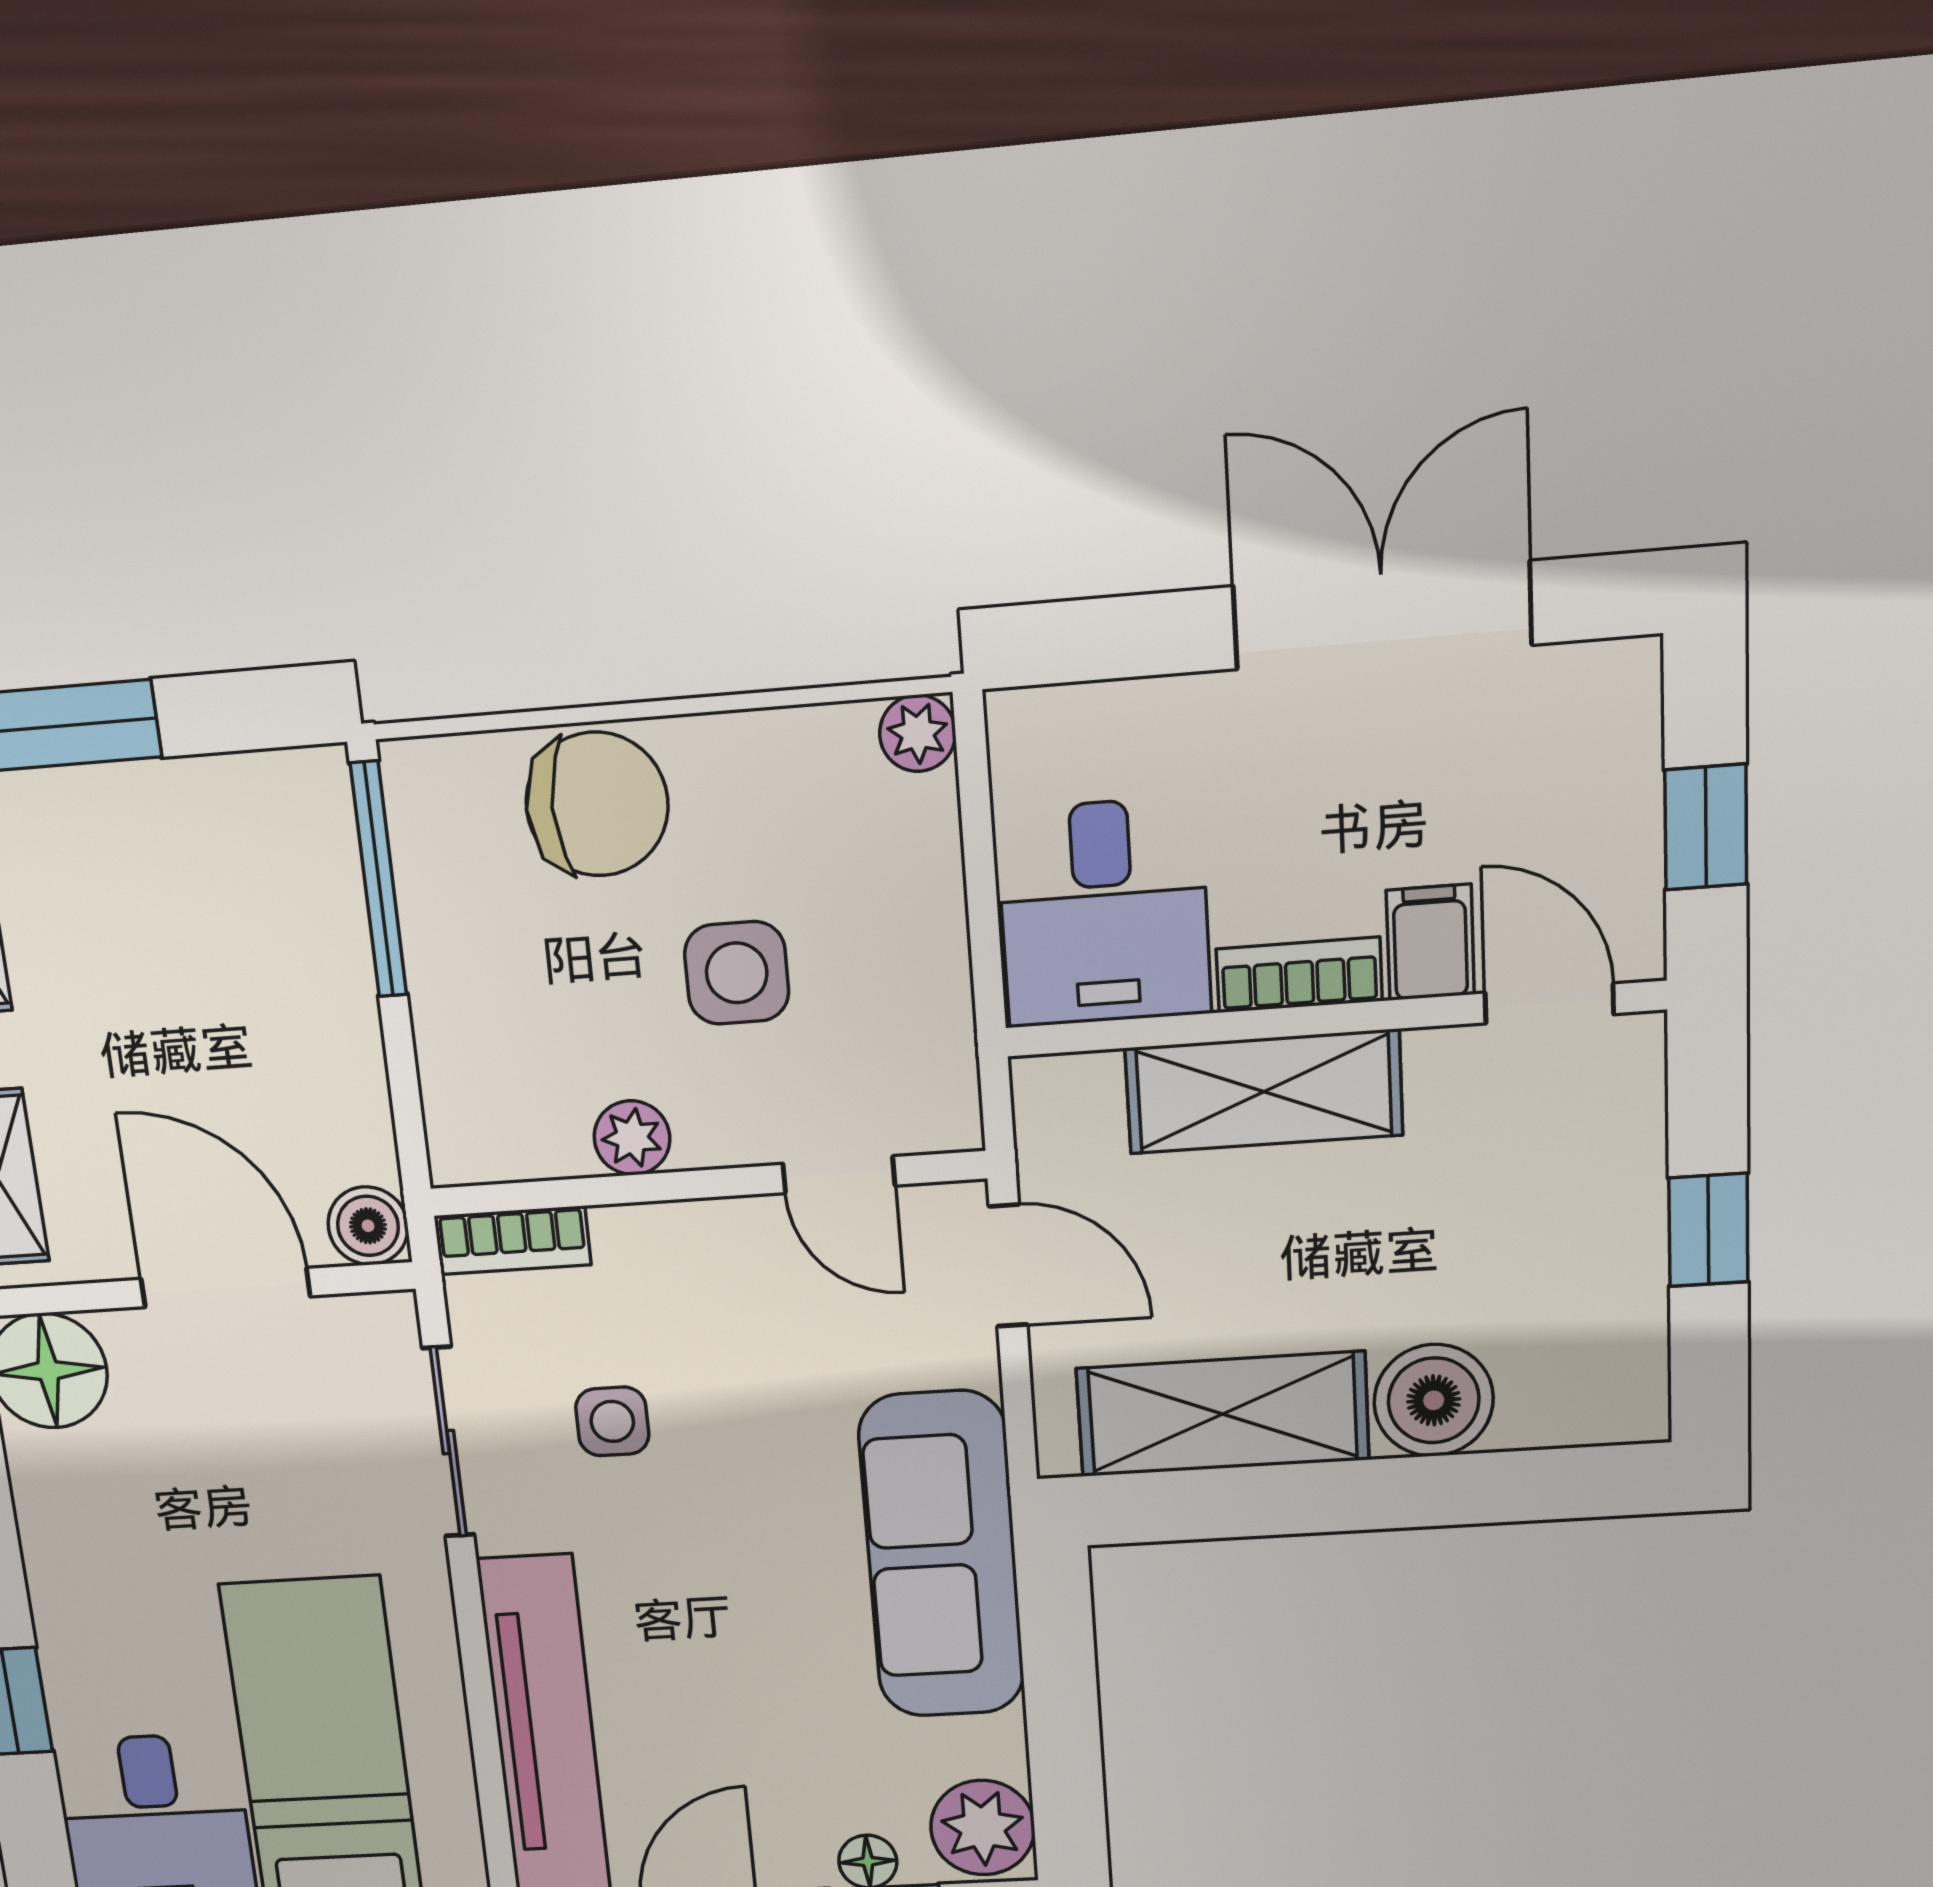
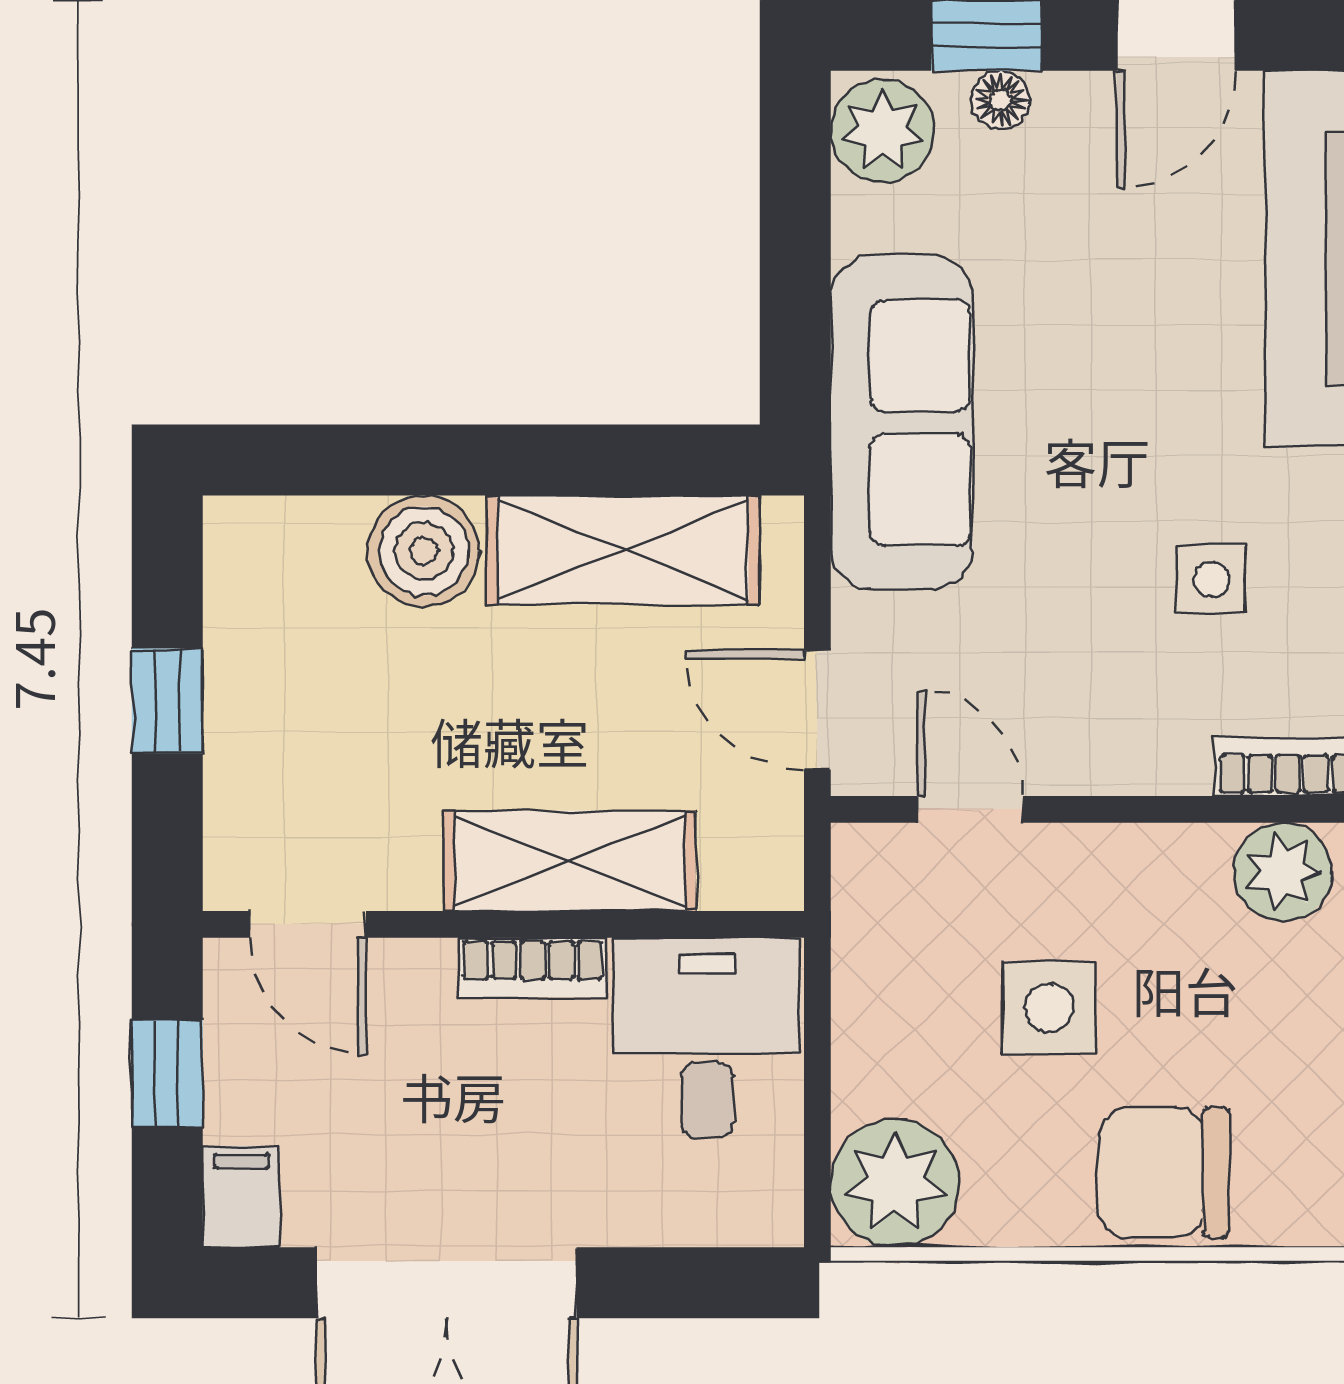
plant: (918, 733) -> (895, 1183), width x1.88, depth x1.88
filing cabinet: (1430, 942) -> (241, 1197), moved, turned 180
plant: (632, 1138) -> (1283, 872), moved, width x1.38, depth x1.38

